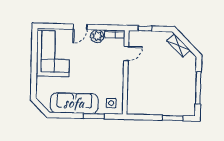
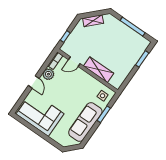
door: (126, 53) -> (74, 62), swing flipped
shelving: (134, 82) -> (99, 70), added

